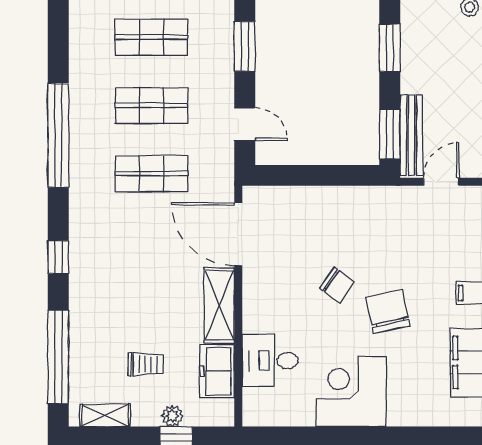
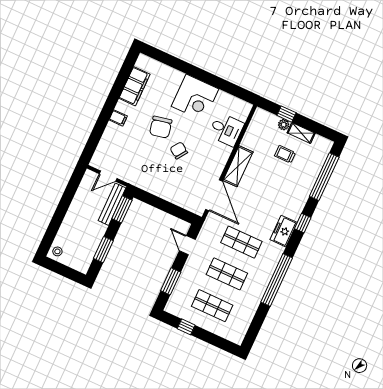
freezer: (217, 371) -> (284, 231), moved, turned 180
shelving: (105, 415) -> (301, 133), moved

